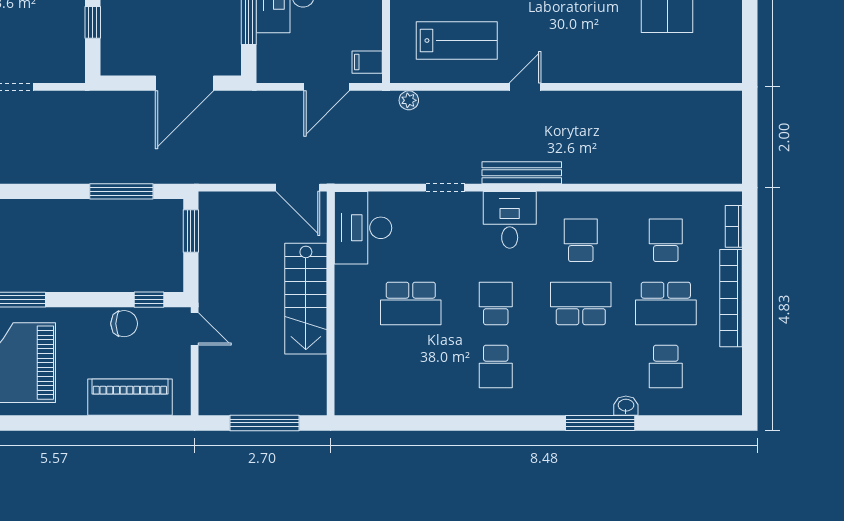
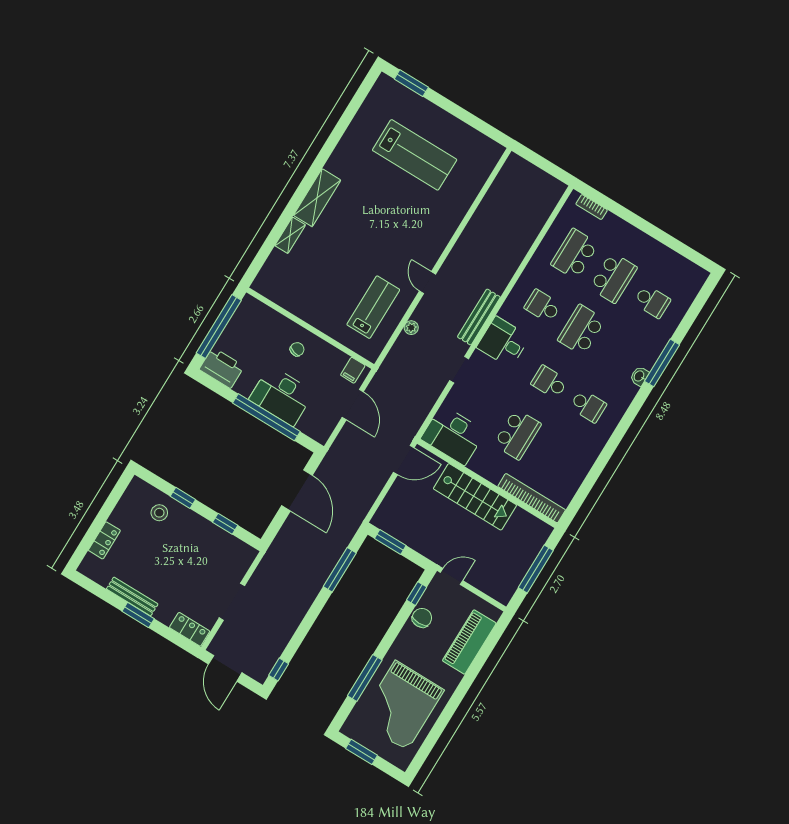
plant: (409, 100) -> (411, 328), moved
school desk: (666, 240) -> (575, 254), width x1.85
bookcase: (731, 298) -> (532, 498), moved, turned 180
washbasin: (626, 406) -> (639, 376), moved

